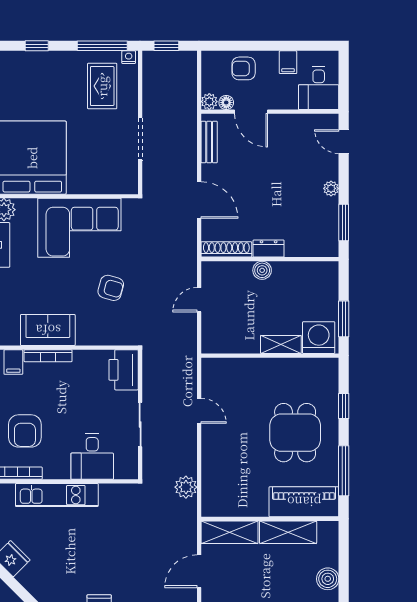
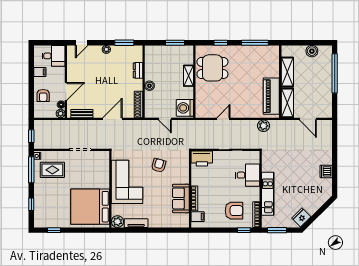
dresser: (269, 249) -> (138, 70), moved
washing machine: (319, 338) -> (185, 108), moved
dining table: (295, 433) -> (212, 68), moved
piano: (304, 502) -> (271, 96), moved

